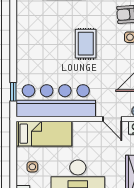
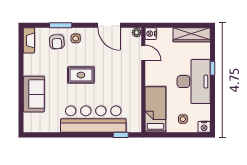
bar counter: (56, 101) -> (93, 119), moved, turned 90
door: (112, 119) -> (143, 53), hinge flipped

